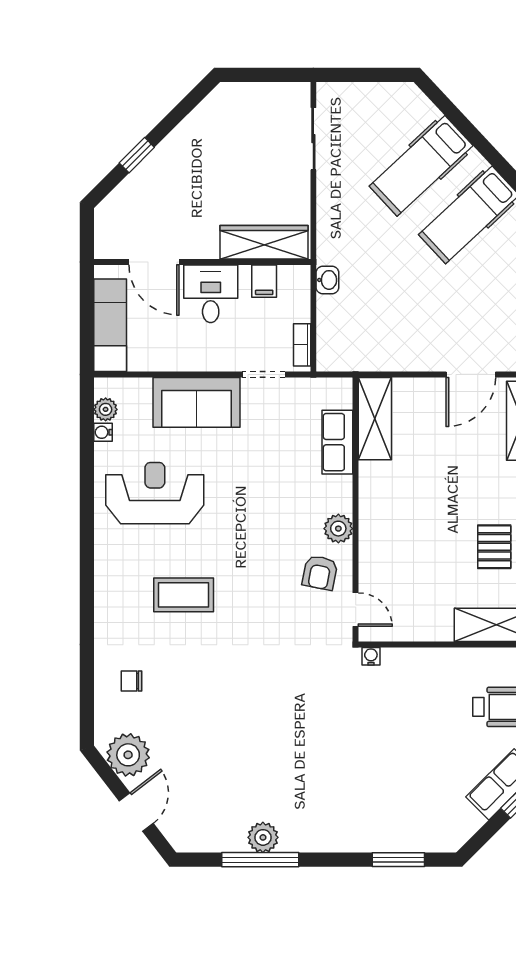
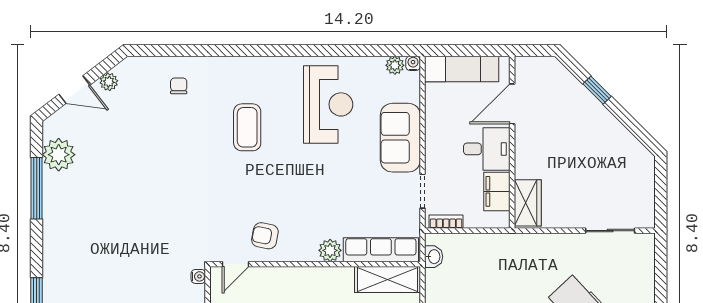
wardrobe: (264, 242) -> (528, 203), width x0.67
washbasin: (327, 280) -> (434, 257), moved, turned -90
filing cabinet: (264, 281) -> (497, 191), width x2.00
water cooler: (103, 432) -> (413, 63), moved
row of seats: (337, 442) -> (381, 250), width x1.48
plant: (338, 529) -> (330, 250), moved
plant: (128, 755) -> (109, 82), width x0.53, depth x0.53
plant: (263, 837) -> (59, 155), moved, width x1.36, depth x1.36

